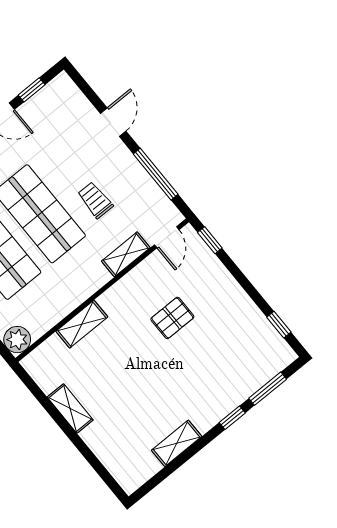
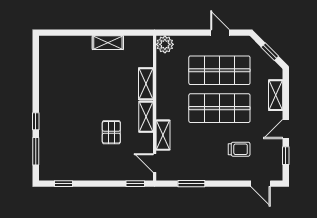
door: (113, 122) -> (261, 184), moved
window: (156, 174) -> (191, 184), width x0.69
trolley: (95, 200) -> (239, 149), moved
shelving: (177, 443) -> (146, 117), moved

